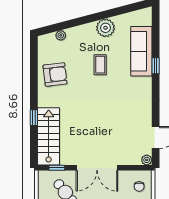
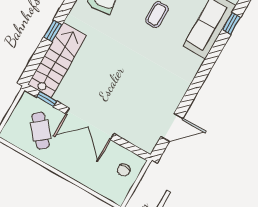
window: (156, 66) -> (231, 24), moved
plant: (147, 160) -> (148, 146), removed

